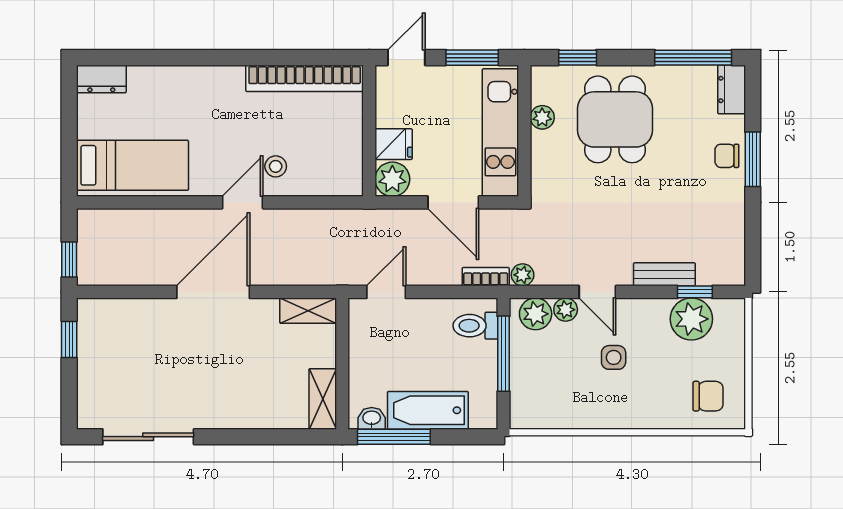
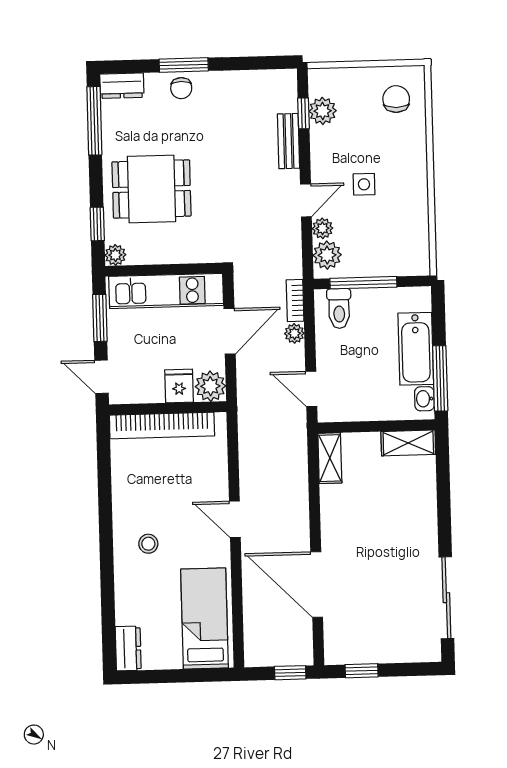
bookcase: (305, 78) -> (162, 426), moved, turned 90
plant: (542, 117) -> (115, 255), moved
stool: (276, 166) -> (148, 544), moved
plant: (523, 275) -> (294, 333), moved
door: (213, 292) -> (317, 584), moved
plant: (691, 319) -> (323, 111), width x0.73, depth x0.73

